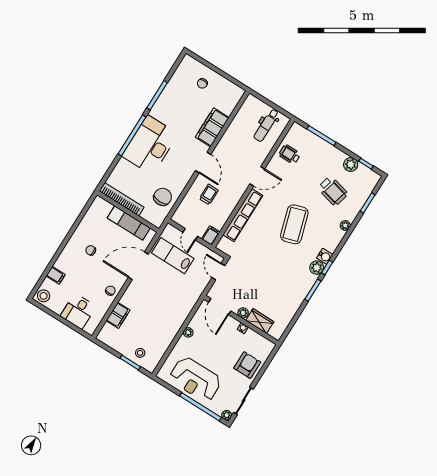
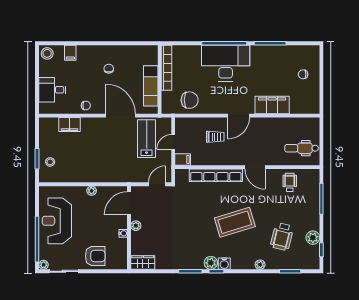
wardrobe: (260, 321) -> (143, 263), moved, turned -90

